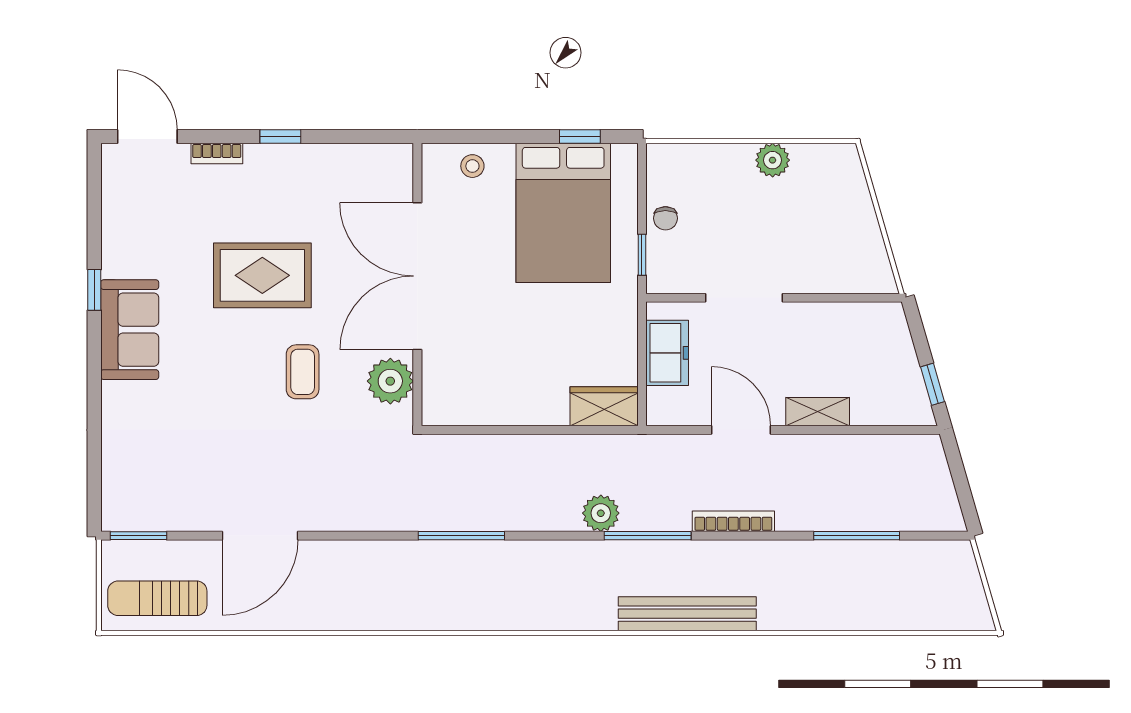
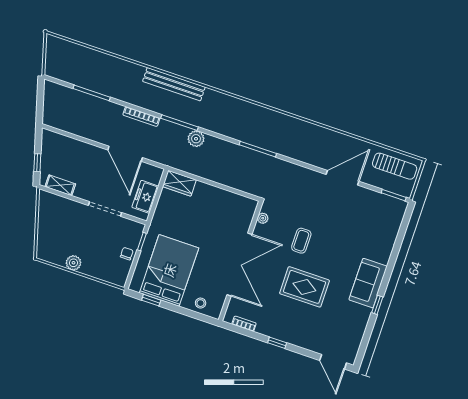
bookcase: (217, 153) -> (244, 324), moved
plant: (390, 381) -> (263, 218), width x0.53, depth x0.53
window: (933, 384) -> (37, 163), moved
shelving: (818, 412) -> (60, 185), moved
door: (741, 430) -> (125, 154), width x1.36

